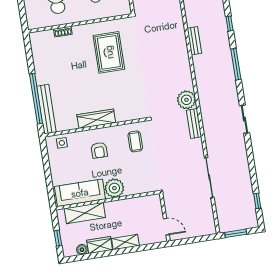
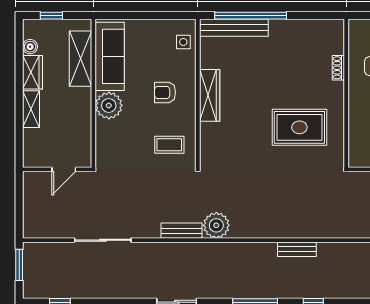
door: (166, 227) -> (64, 169), moved

